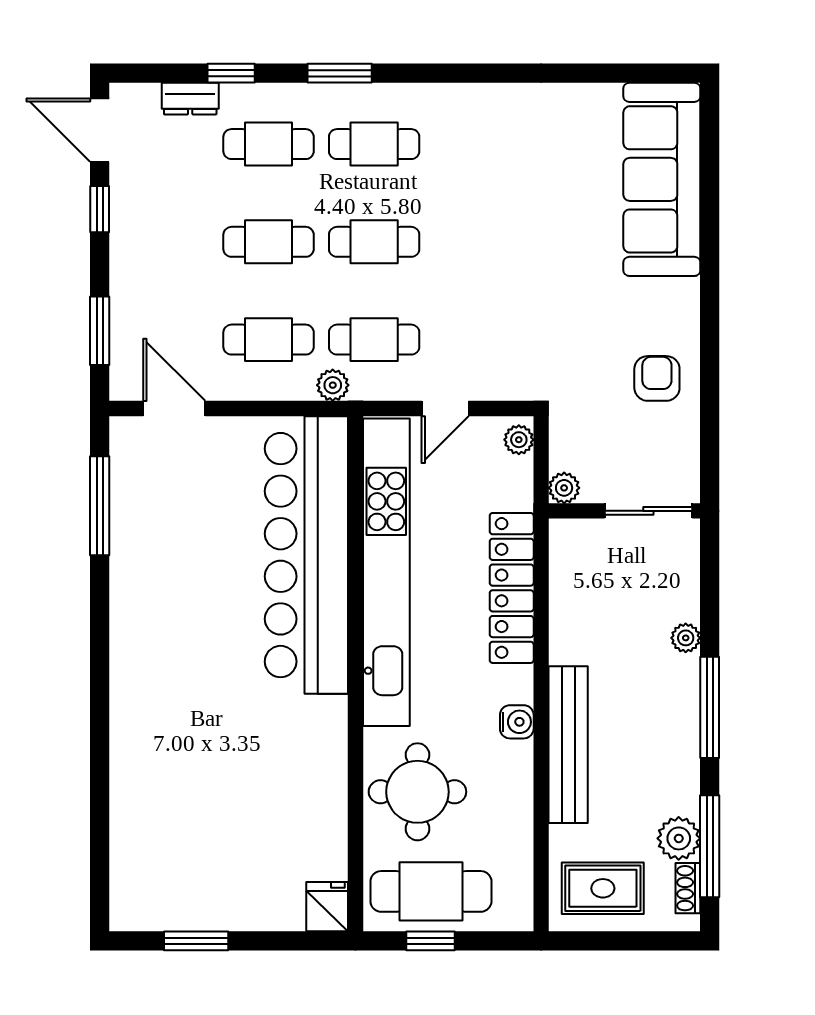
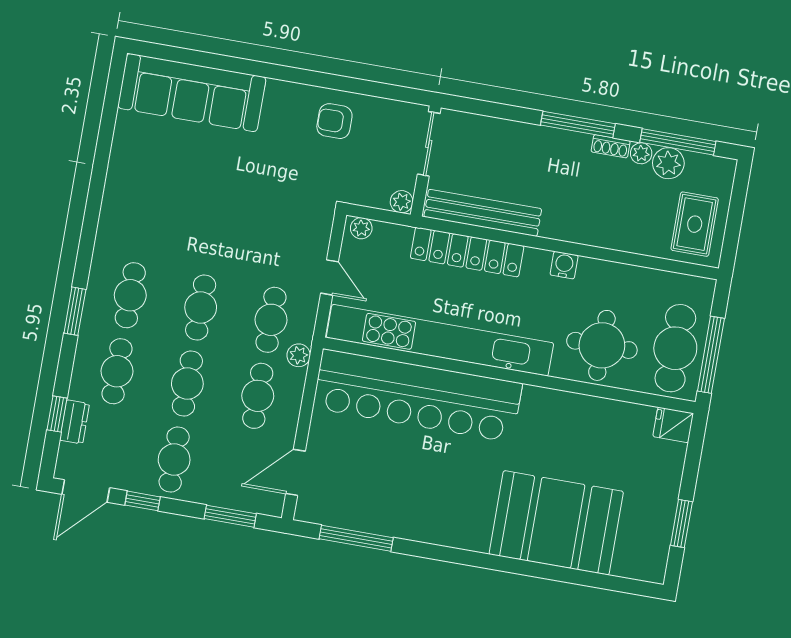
window: (231, 73) -> (57, 414), moved
cafe table: (163, 242) -> (174, 460), added
plant: (686, 638) -> (641, 153), moved
bench: (568, 745) -> (483, 213), moved
booth: (168, 772) -> (556, 523), added
shoe rack: (688, 888) -> (611, 146), moved
window: (430, 941) -> (711, 355), width x2.17

